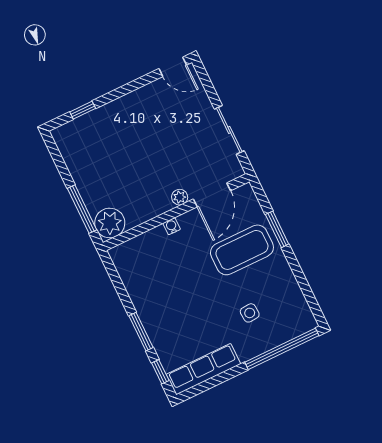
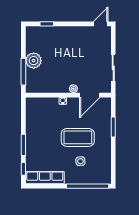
door: (173, 67) -> (101, 24), swing flipped
plant: (110, 223) -> (34, 61), moved
coffee table: (242, 250) -> (78, 137), moved

